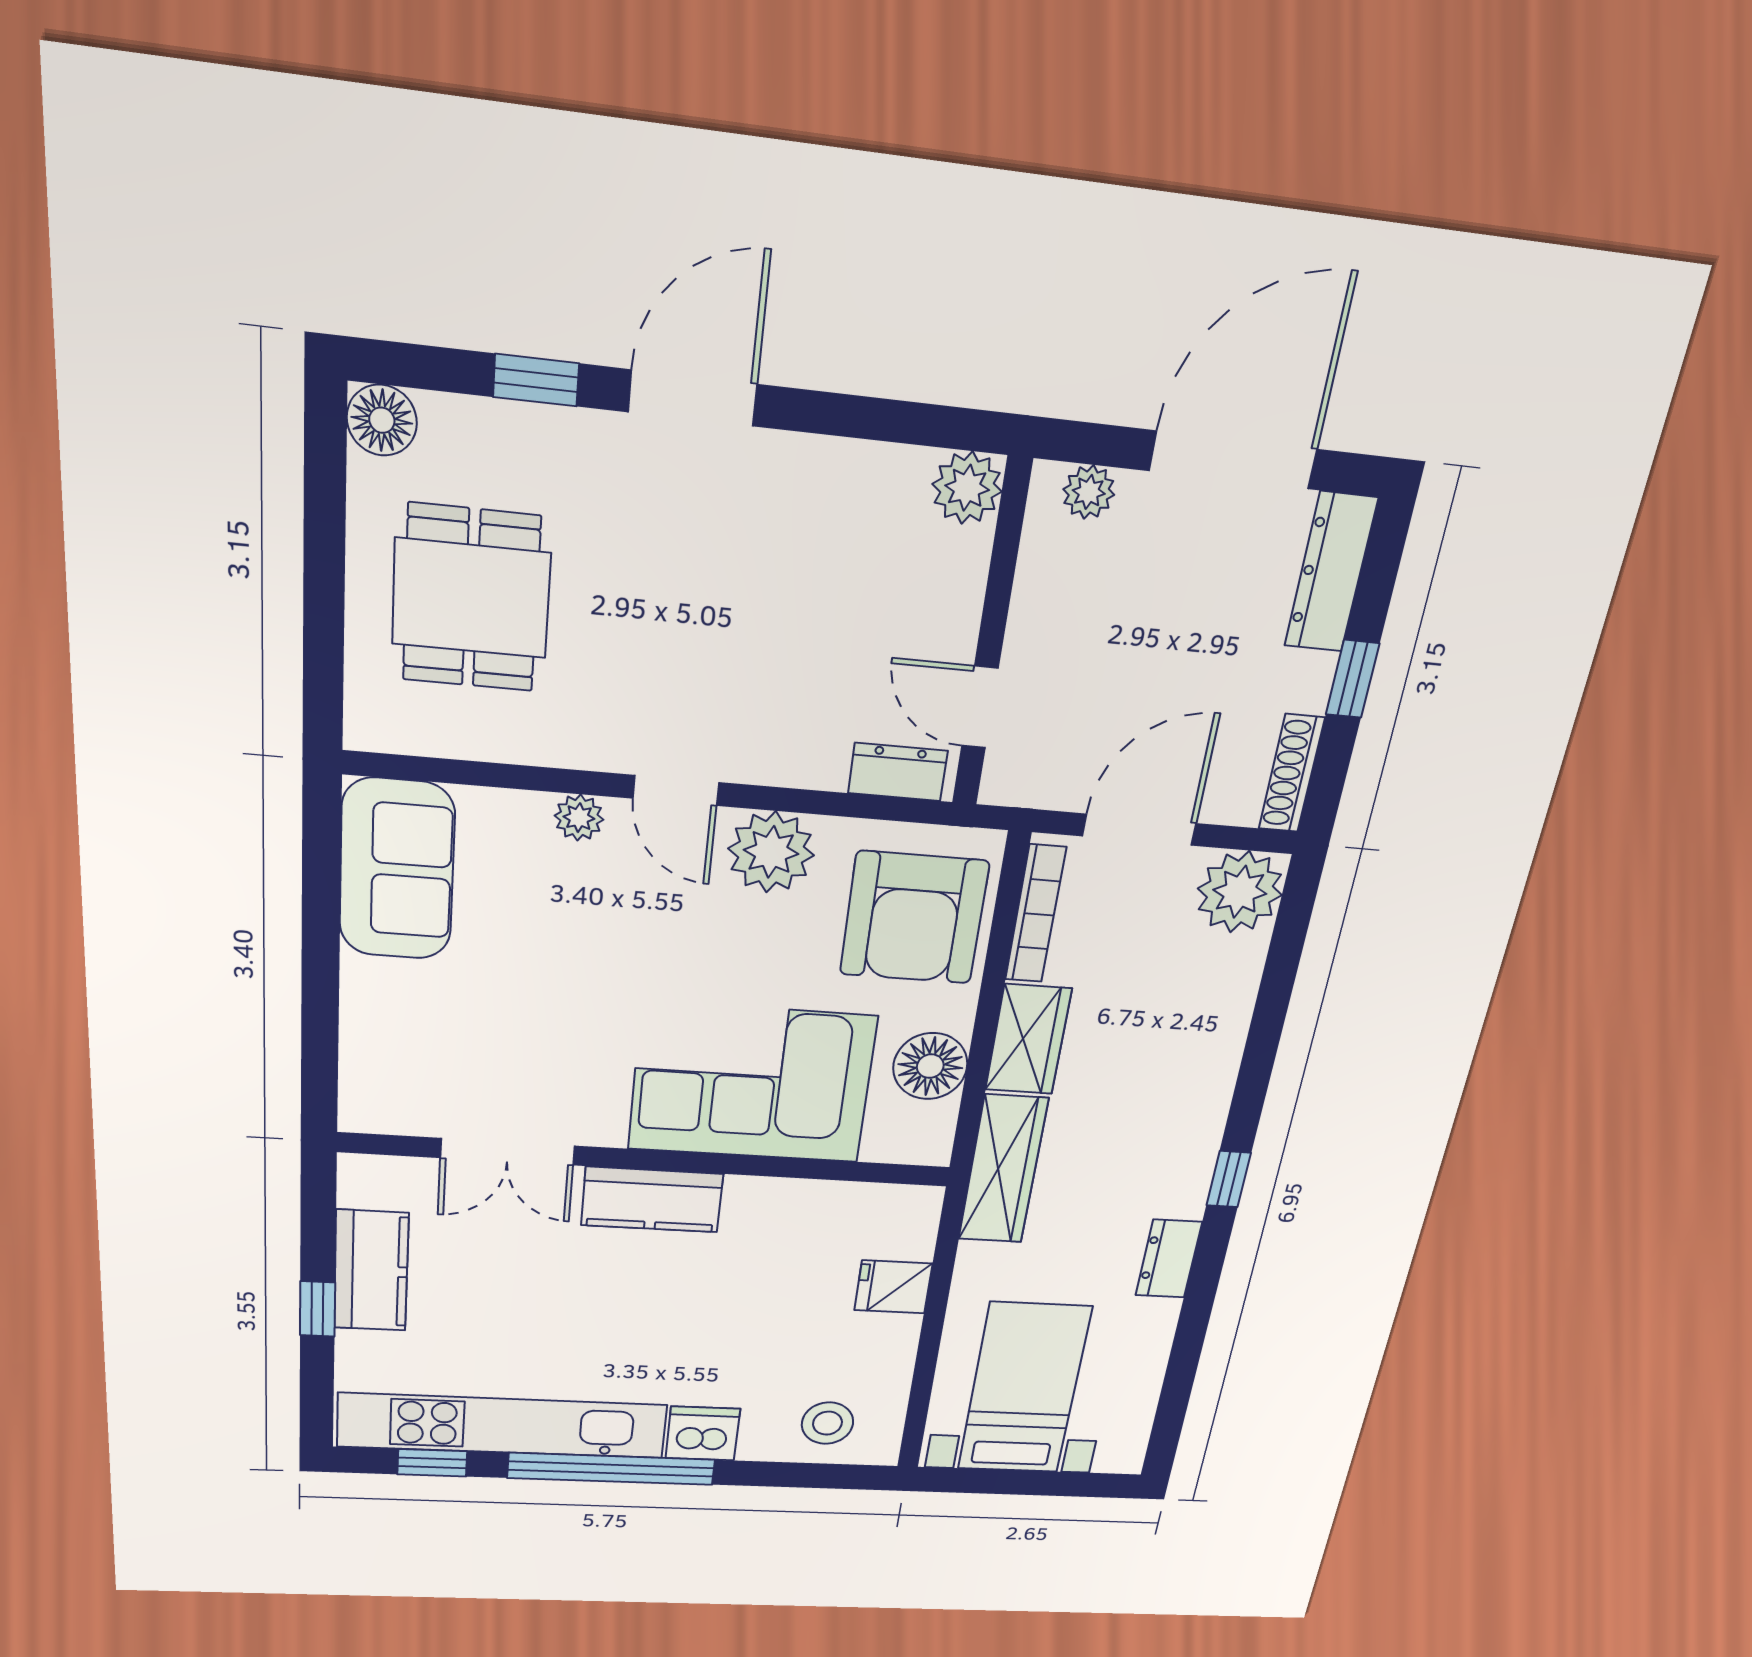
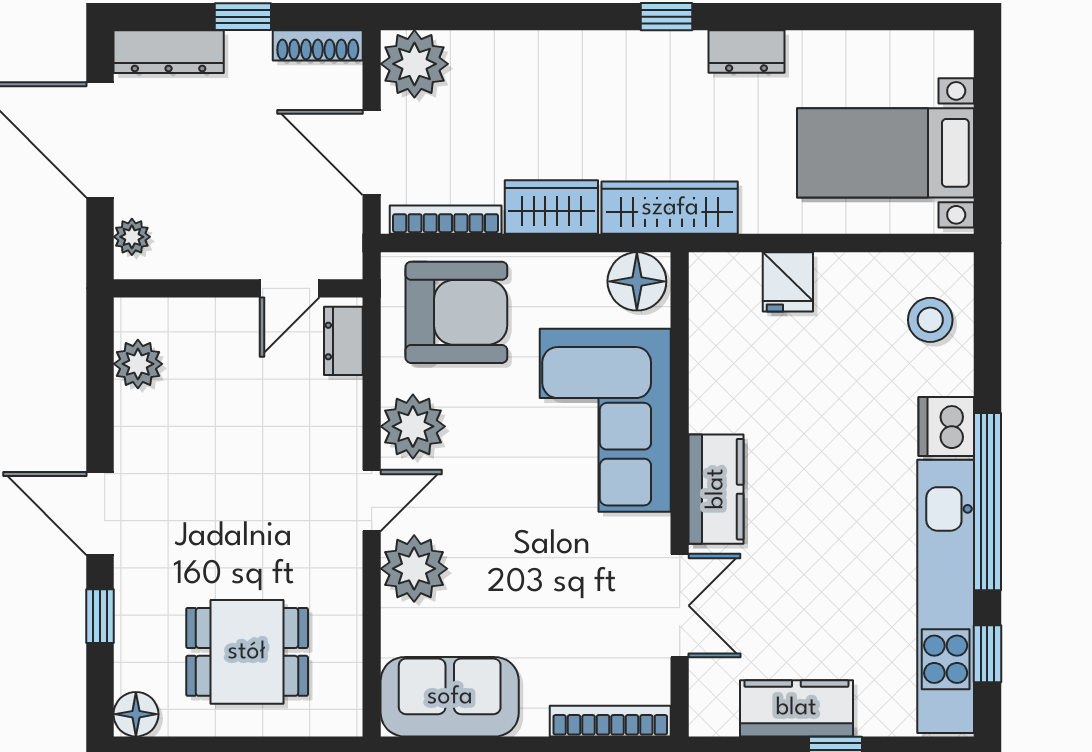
plant: (967, 488) -> (138, 364), moved
plant: (579, 818) -> (414, 569), width x1.88, depth x1.88
bookcase: (359, 1064) -> (610, 721), added
floor lamp: (930, 1066) -> (637, 281), moved

